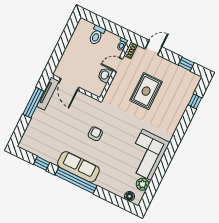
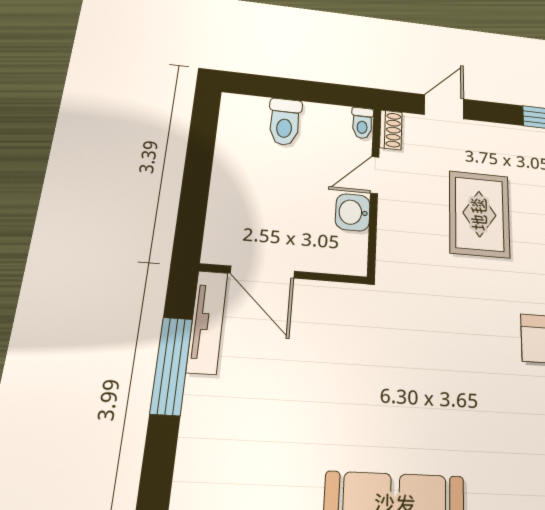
armchair: (95, 134) -> (399, 381), removed

